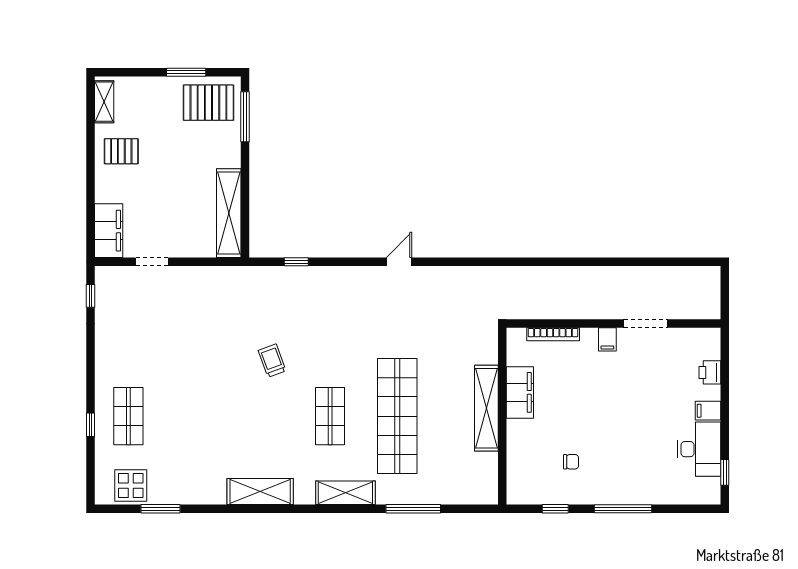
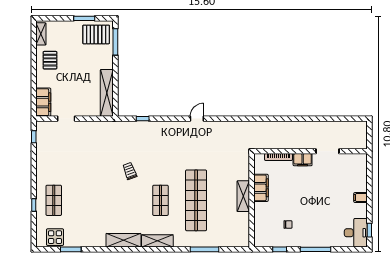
pallet: (121, 151) -> (50, 60), turned 90
filing cabinet: (607, 339) -> (303, 160), width x2.00
printer: (710, 372) -> (361, 177), removed
shelving: (486, 408) -> (243, 196), width x0.68
desk: (699, 449) -> (356, 233), moved
shelving: (345, 493) -> (157, 241), moved

